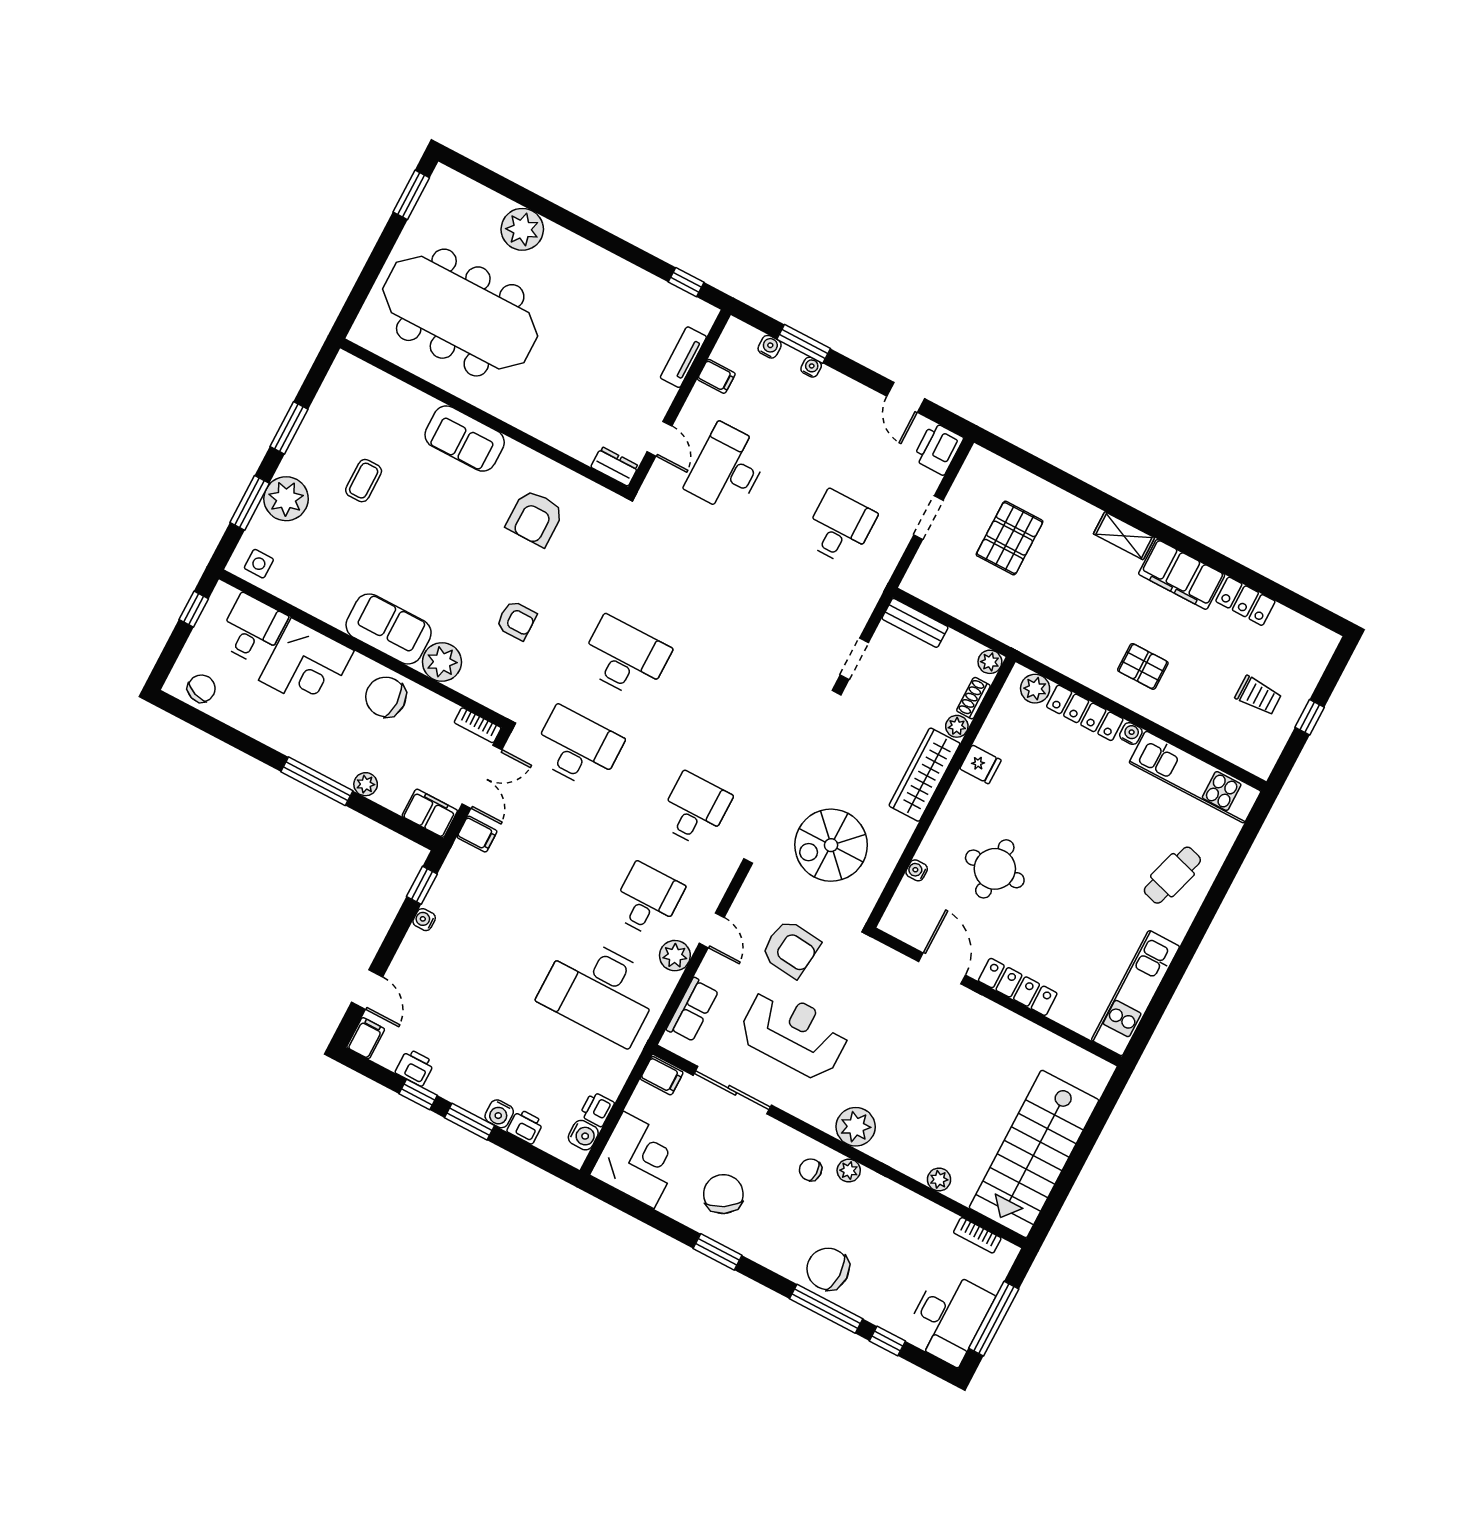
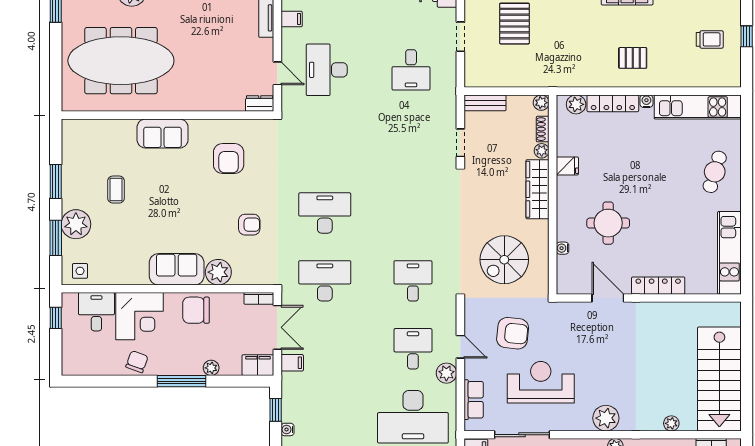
desk: (840, 527) -> (411, 70), turned 180
chair: (201, 688) -> (137, 362), moved

